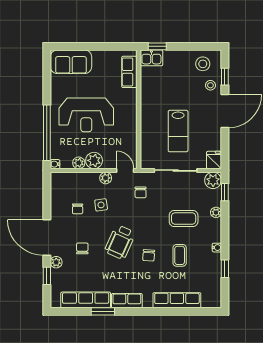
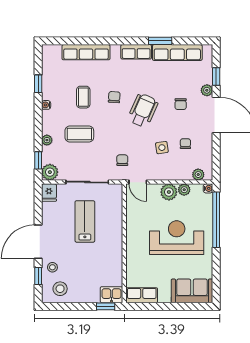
row of seats: (129, 72) -> (142, 295), moved, turned -90
plant: (106, 178) -> (198, 175), moved

